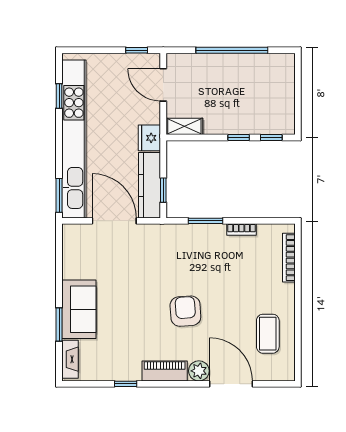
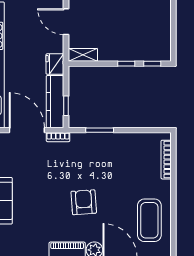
bookcase: (242, 230) -> (58, 137), moved
coffee table: (268, 334) -> (149, 220), width x1.36, depth x1.32

